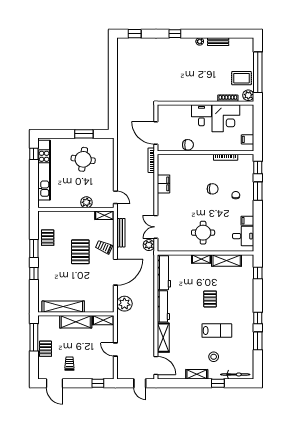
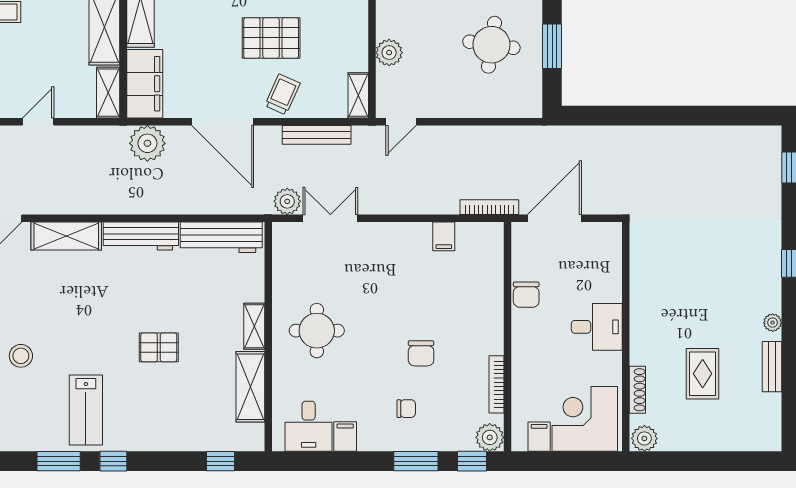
window: (258, 72) -> (699, 461), removed
rug: (242, 78) -> (703, 374), moved
corner desk: (226, 118) -> (585, 419), moved, turned 90
plant: (248, 160) -> (490, 437), added
filing cabinet: (164, 184) -> (444, 236), width x0.50
filing cabinet: (99, 305) -> (145, 84), added
lab bench: (217, 331) -> (86, 410), moved

